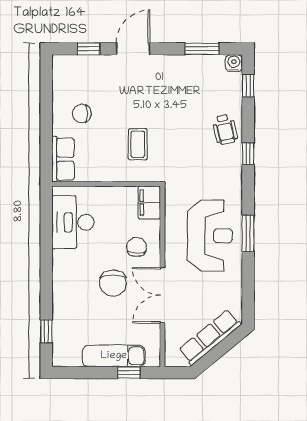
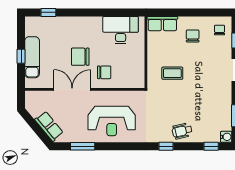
chair: (73, 73) -> (219, 30), added
filing cabinet: (149, 203) -> (134, 81), removed
window: (248, 233) -> (83, 146), moved
row of seats: (210, 337) -> (49, 126), width x0.68
window: (129, 373) -> (21, 56), moved

